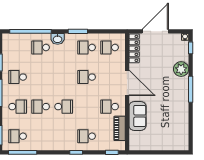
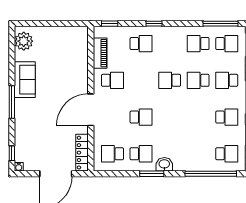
washbasin: (58, 39) -> (164, 164), moved
school desk: (41, 47) -> (227, 154), moved
school desk: (110, 47) -> (112, 154), turned 180
plant: (181, 69) -> (24, 41), moved
door: (127, 83) -> (91, 110), hinge flipped
school desk: (41, 107) -> (198, 80), turned 180
sofa: (138, 116) -> (25, 80), moved, turned 180
school desk: (41, 136) -> (198, 44), added

